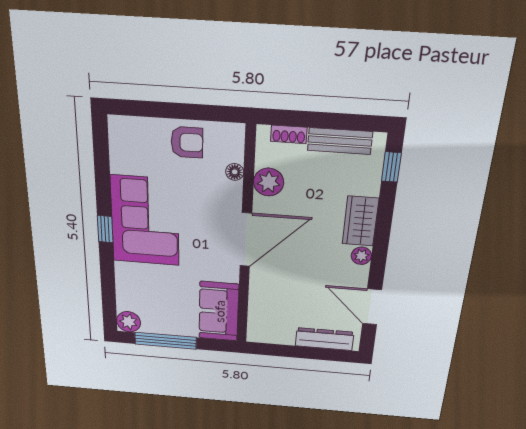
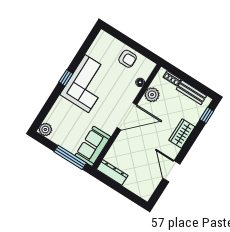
plant: (361, 256) -> (174, 151), removed
door: (372, 307) -> (171, 171), moved
dresser: (324, 339) -> (112, 172), moved
window: (166, 341) -> (70, 157), moved

